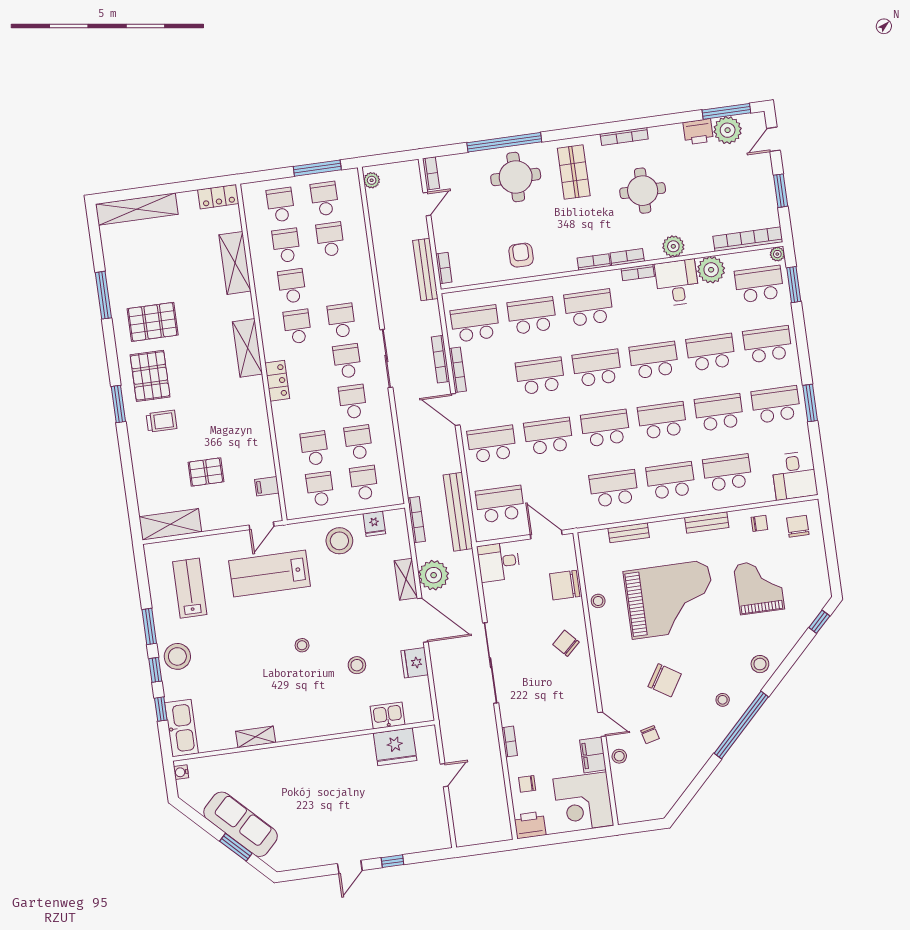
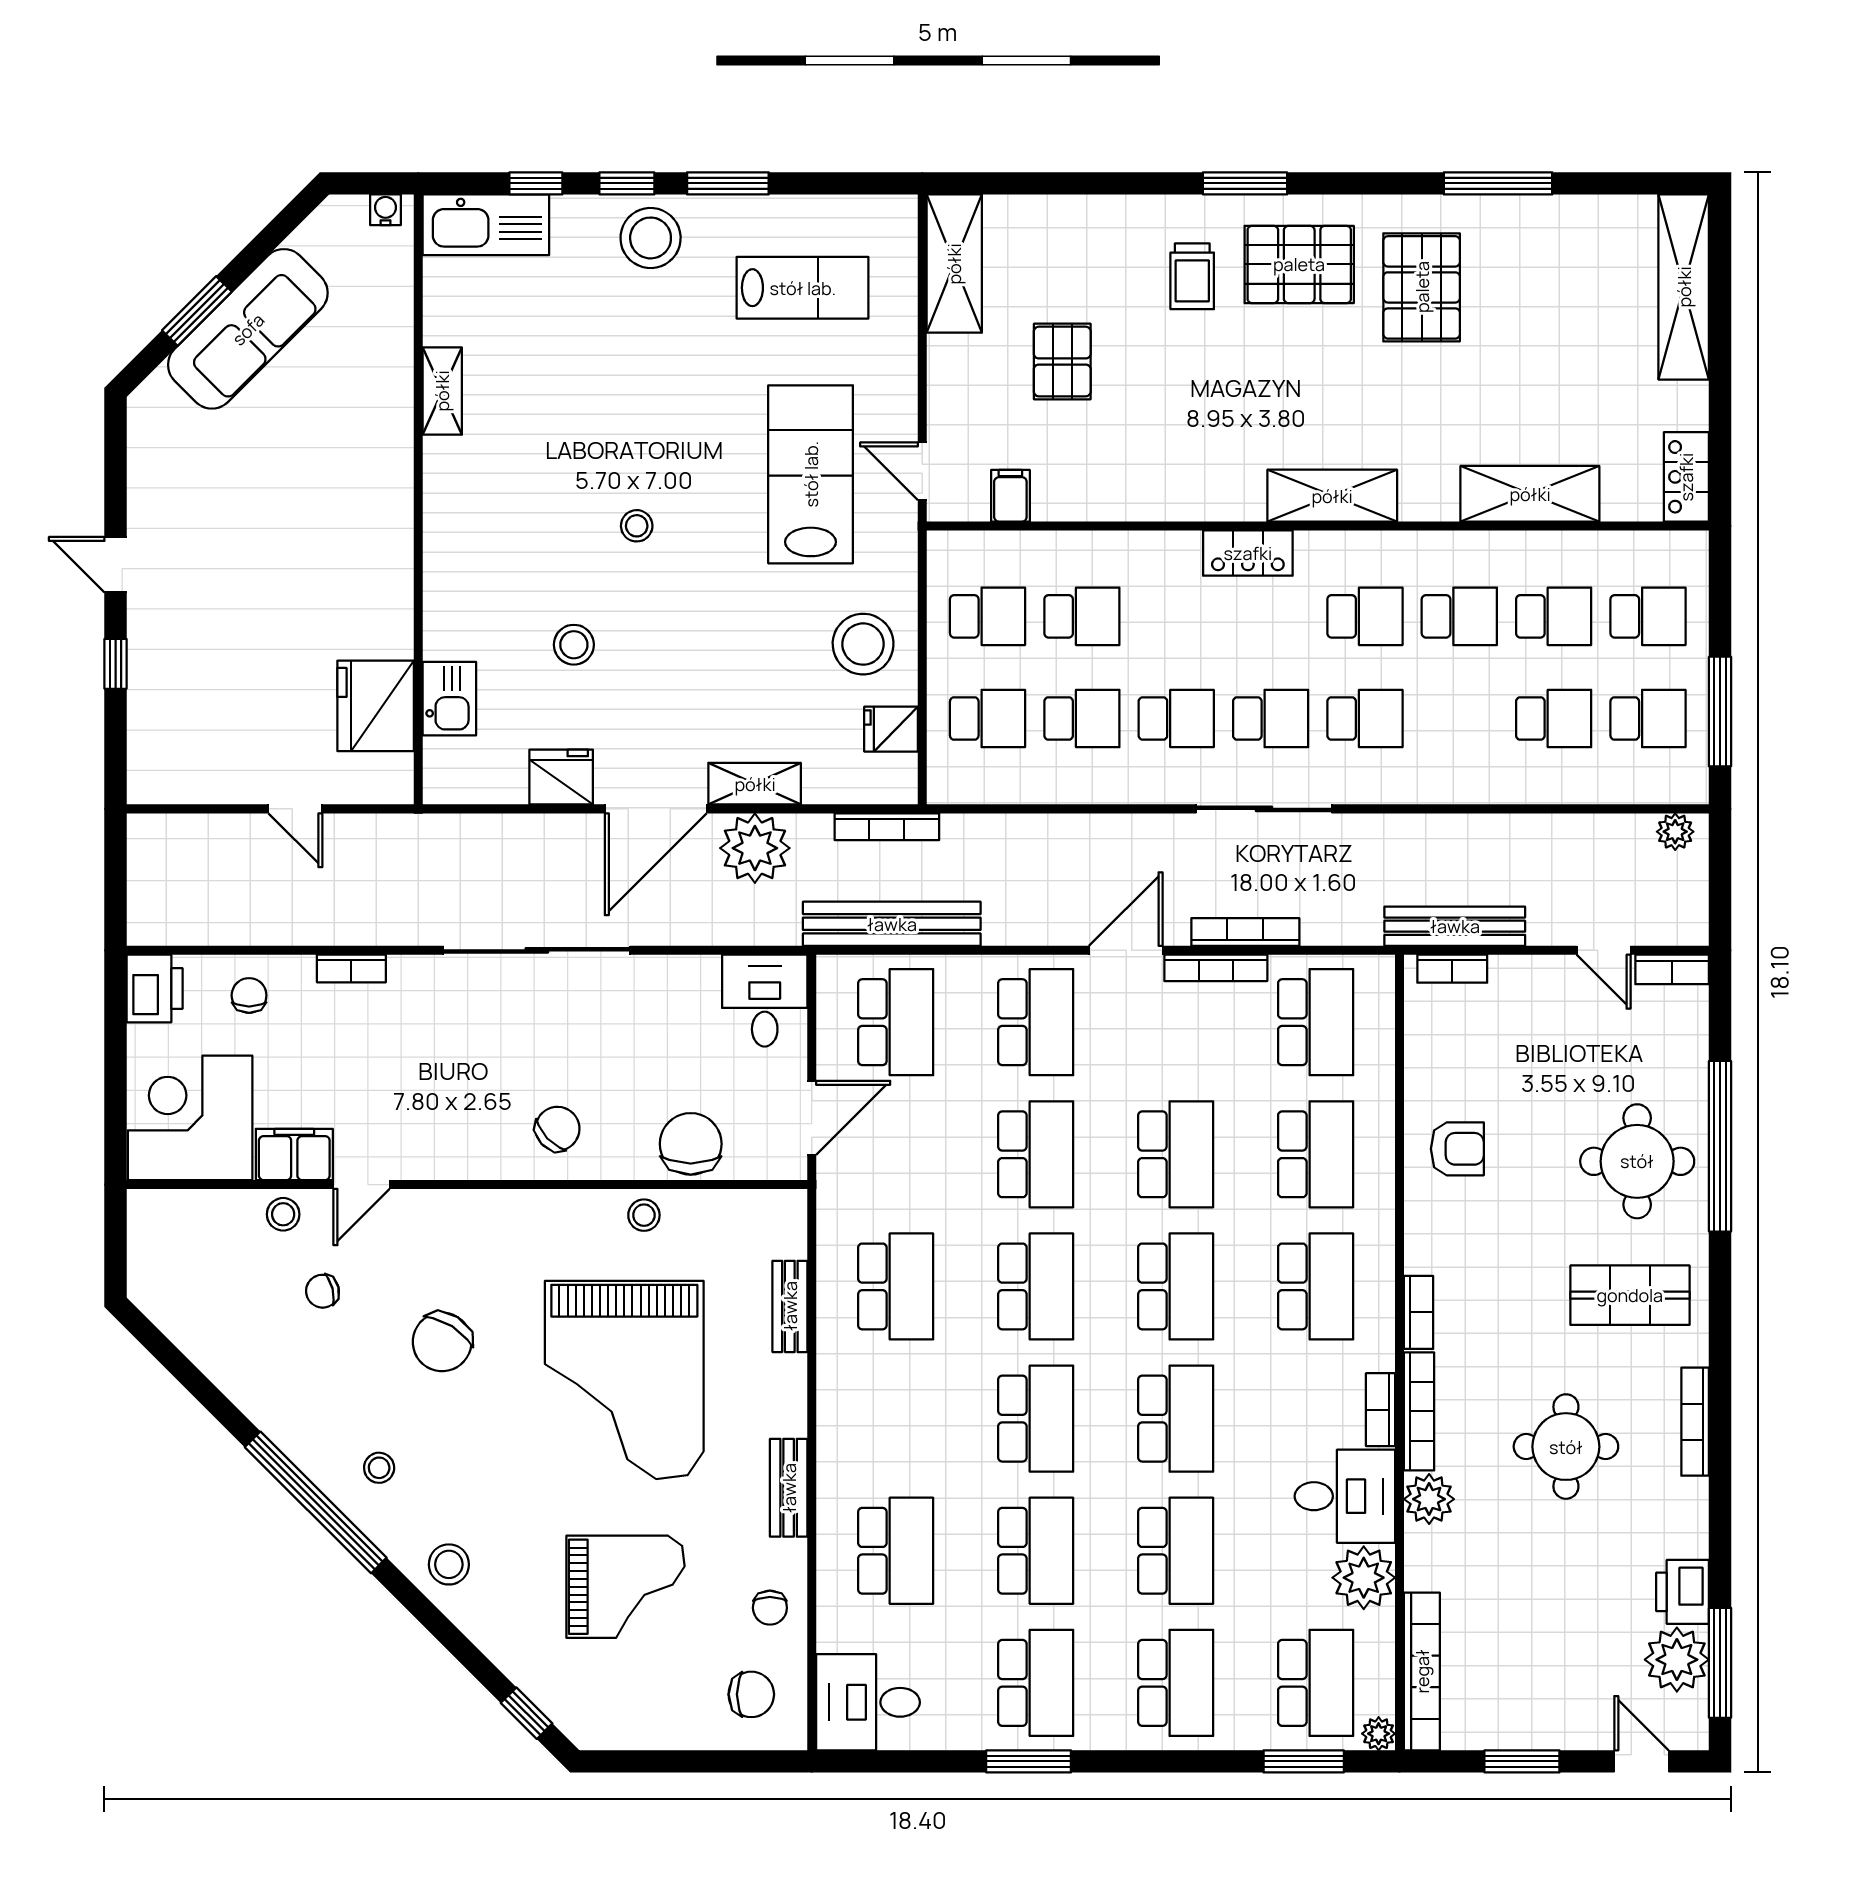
bookcase: (627, 257) -> (1419, 1411), width x1.56
school desk: (671, 481) -> (896, 1419), removed

